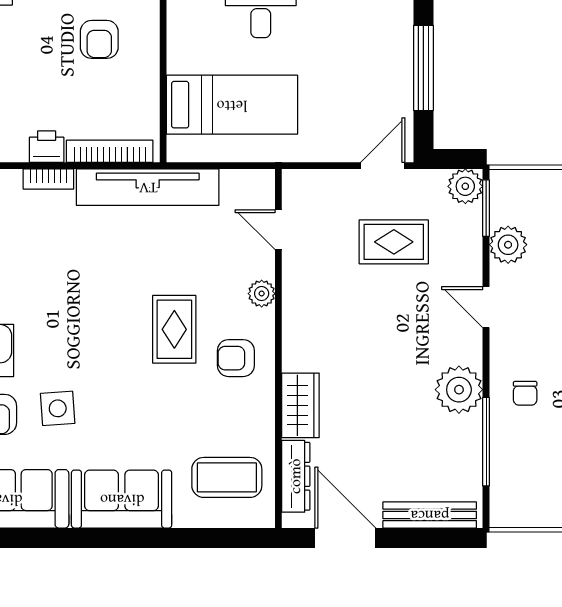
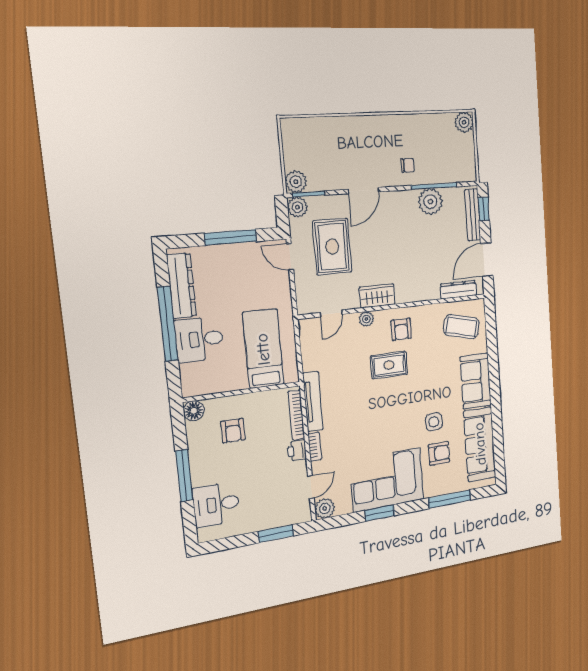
armchair: (99, 39) -> (233, 431), turned 90
tv unit: (148, 187) -> (313, 401), width x0.73, depth x0.78
rug: (394, 242) -> (332, 247), width x1.36, depth x1.43
plant: (508, 245) -> (296, 182), moved
door: (486, 307) -> (363, 191), width x1.38
plant: (459, 390) -> (430, 202), moved
wardrobe: (300, 405) -> (377, 296), moved
coffee table: (227, 477) -> (461, 327), turned -76
window: (439, 538) -> (484, 209), added

